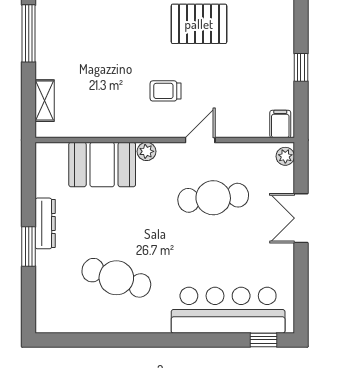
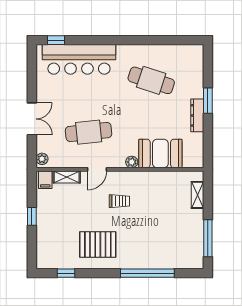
shelving: (247, 128) -> (67, 177), added

